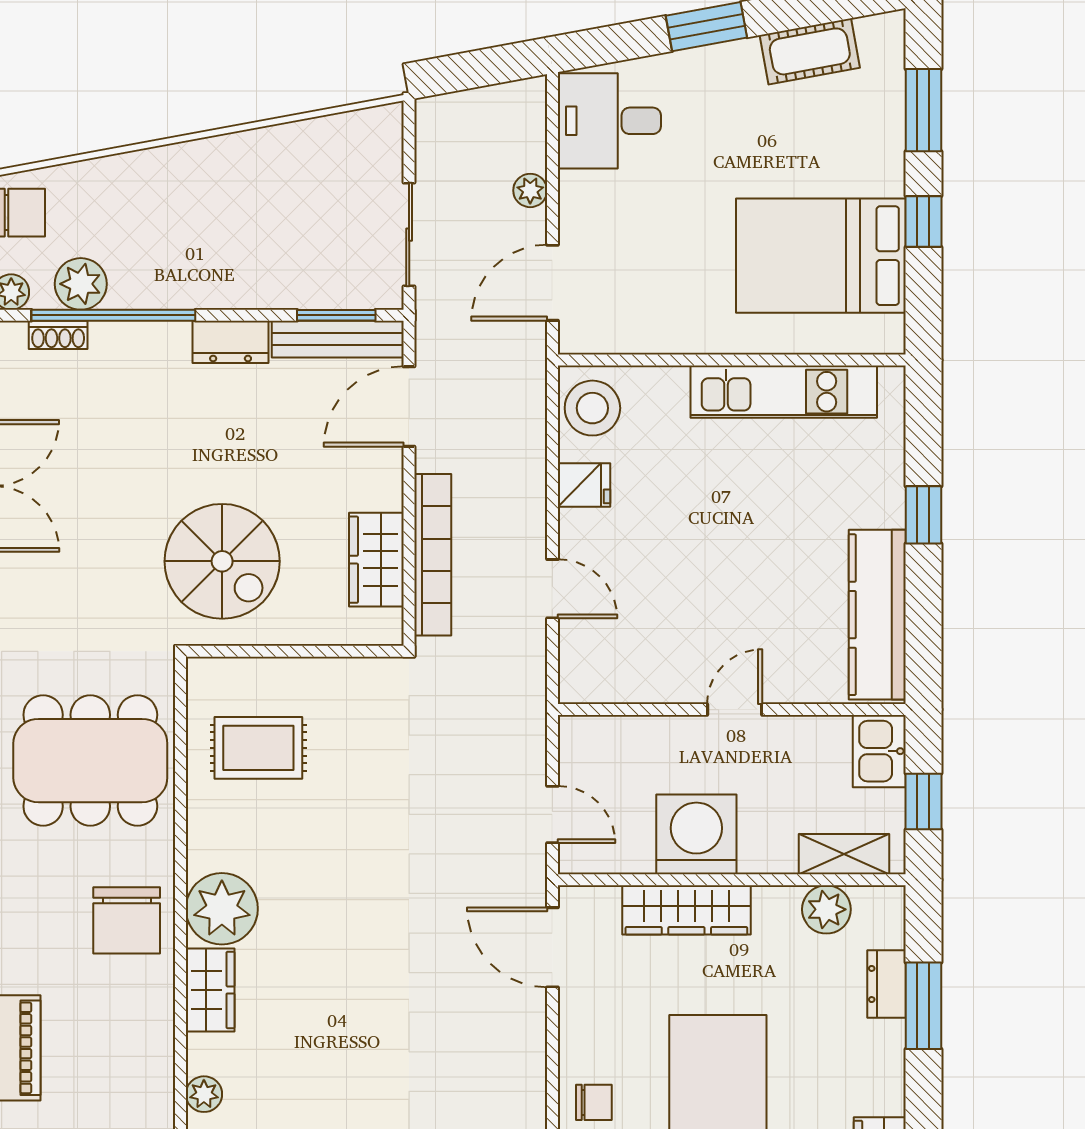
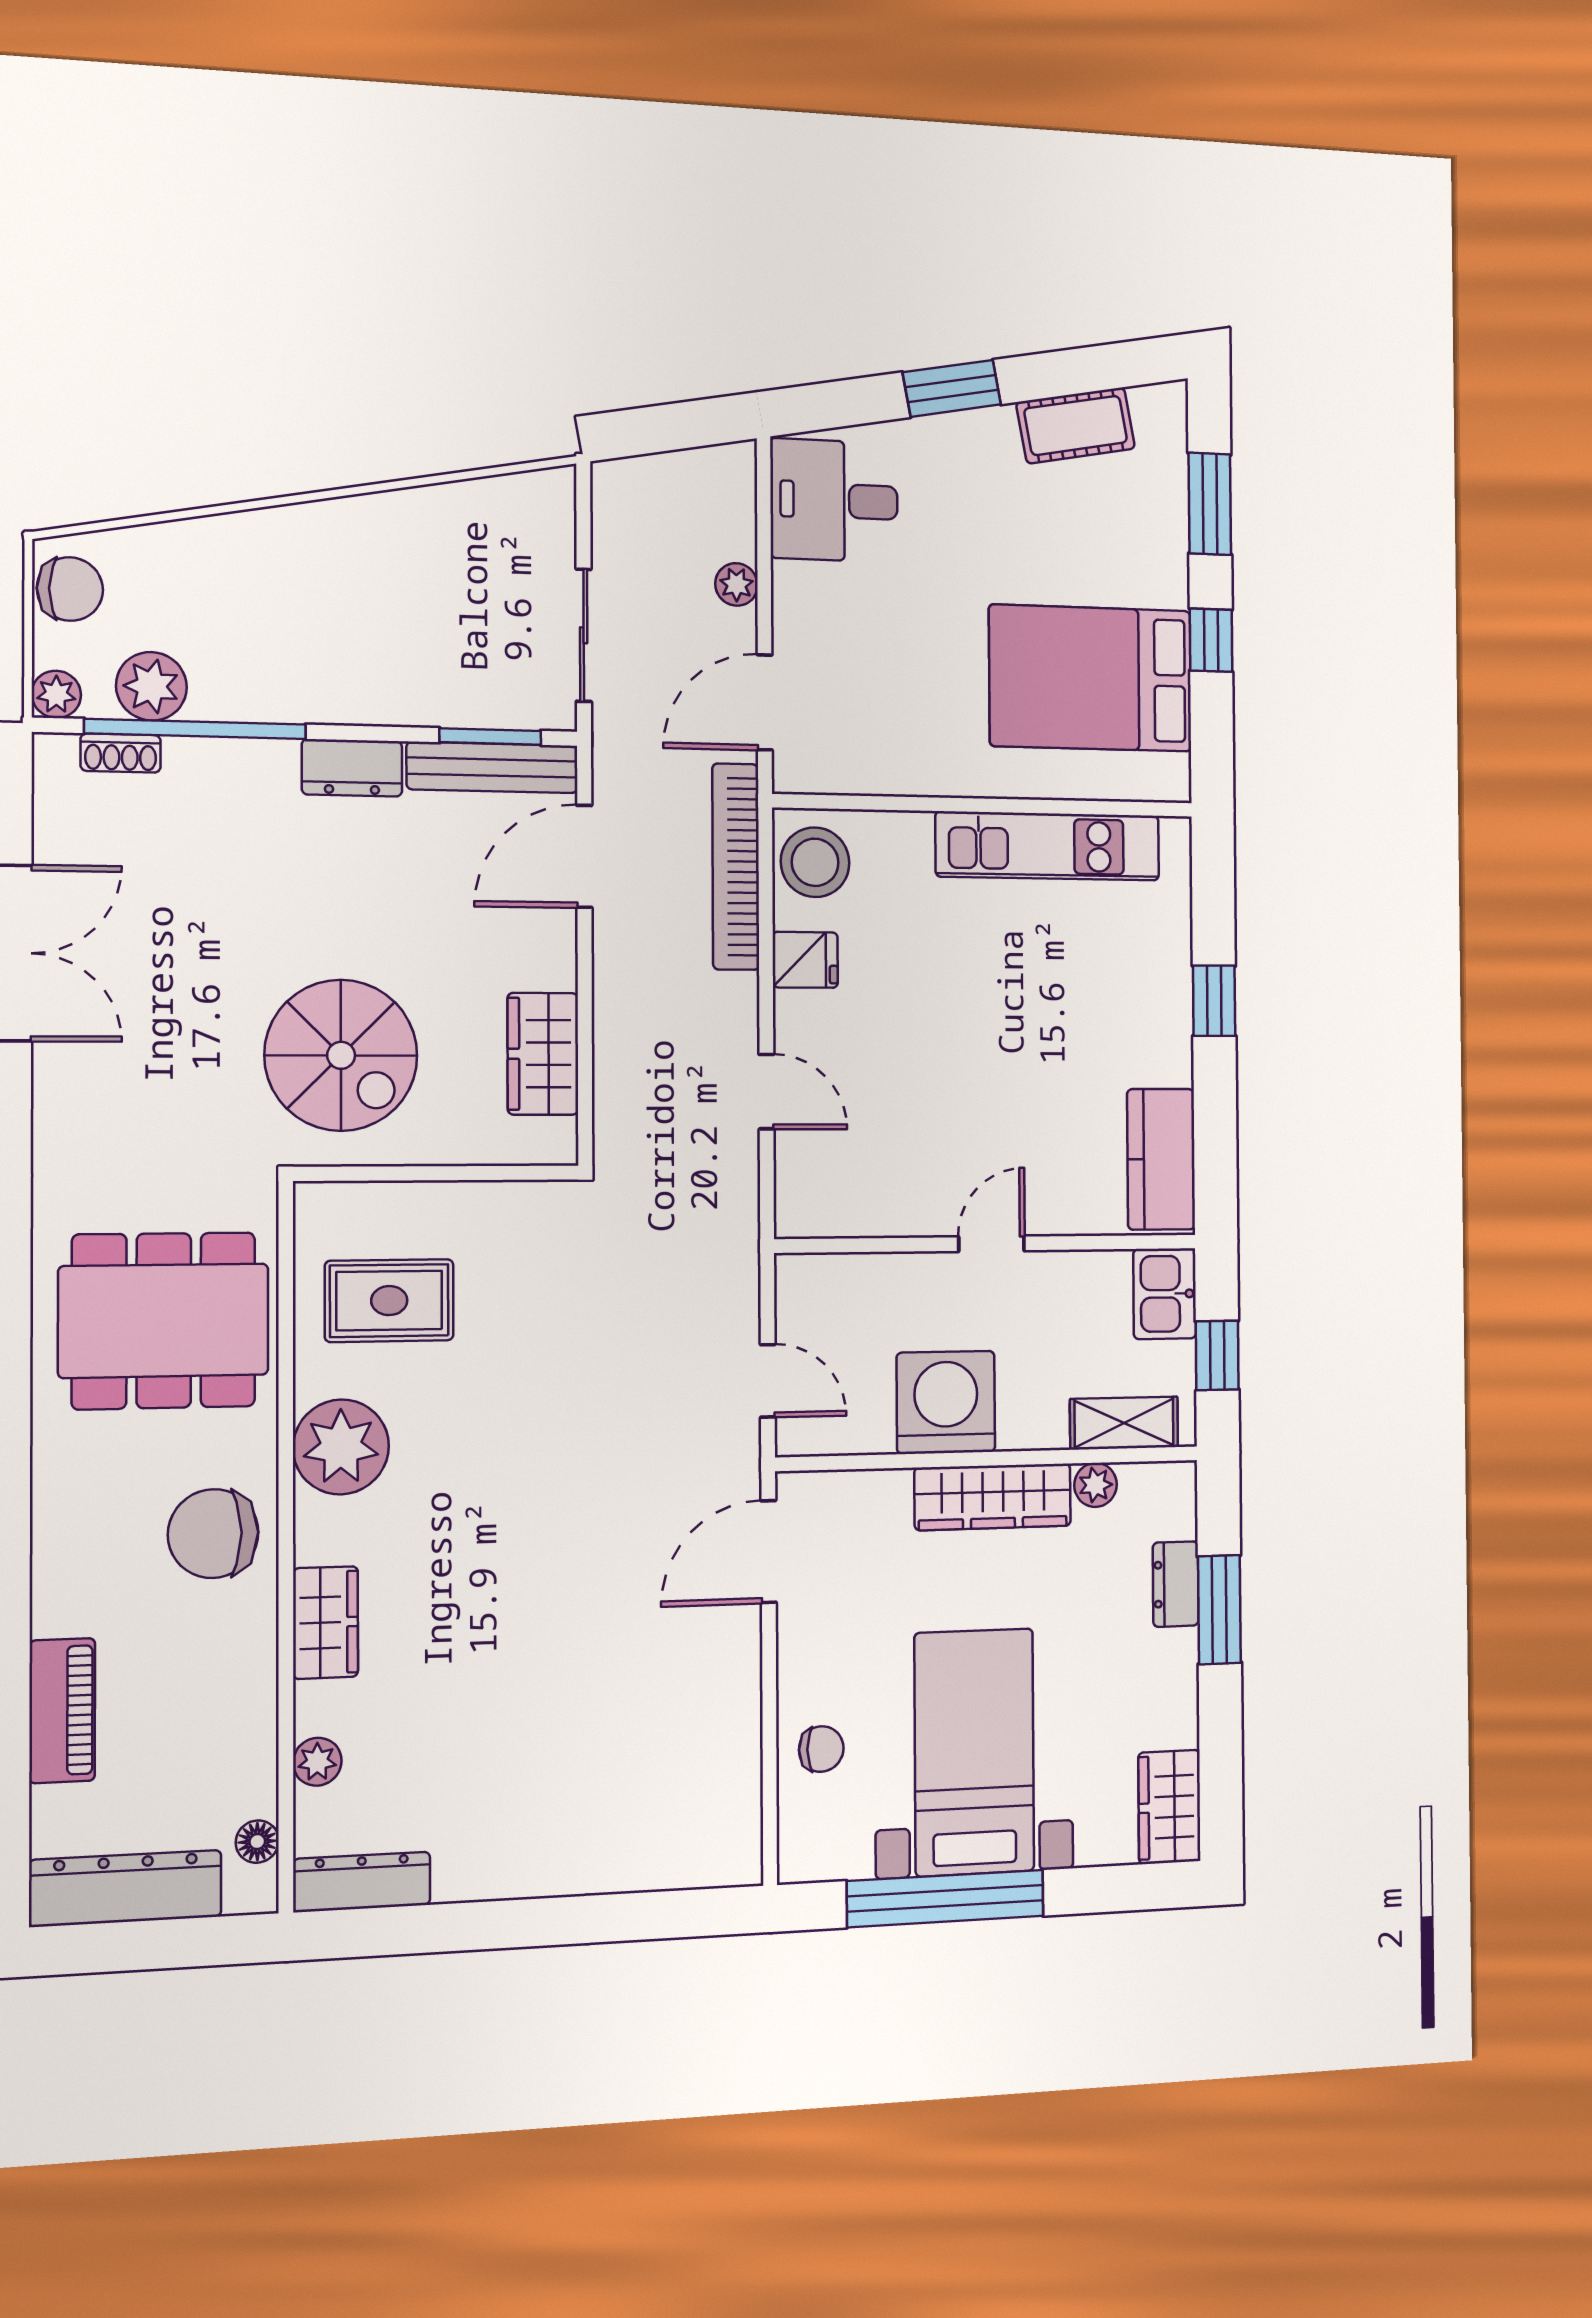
bookcase: (433, 555) -> (736, 867), moved, turned 180
kitchen counter: (877, 615) -> (1161, 1159), width x0.67
plant: (222, 909) -> (341, 1447), moved
plant: (826, 909) -> (1096, 1485), width x0.73, depth x0.73
wardrobe: (686, 910) -> (993, 1497), moved
chair: (127, 920) -> (213, 1534), turned 90
door: (552, 947) -> (769, 1552), hinge flipped

